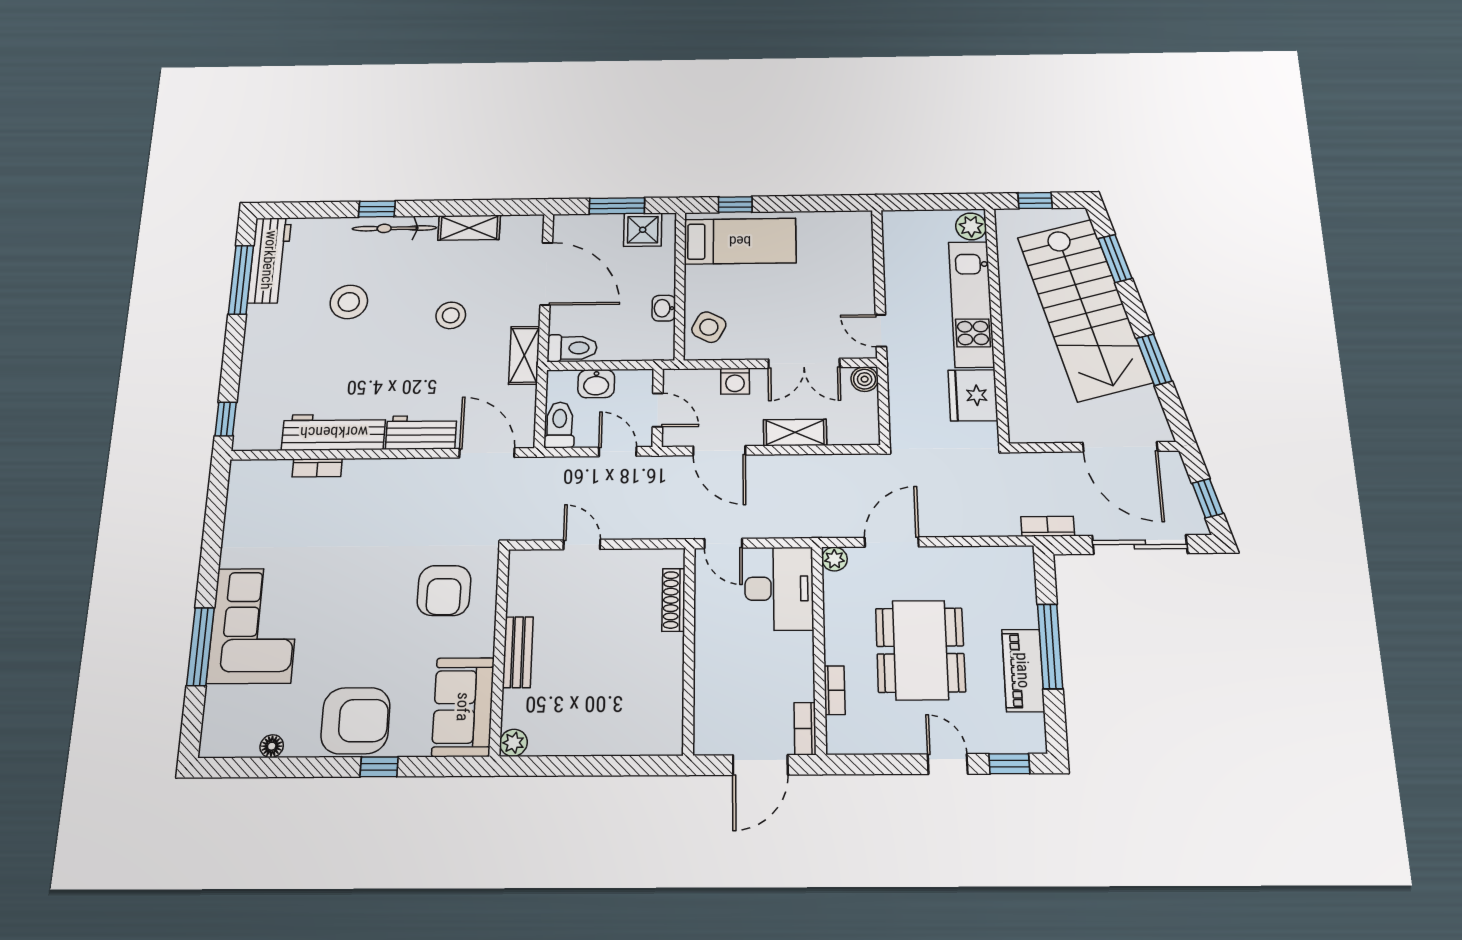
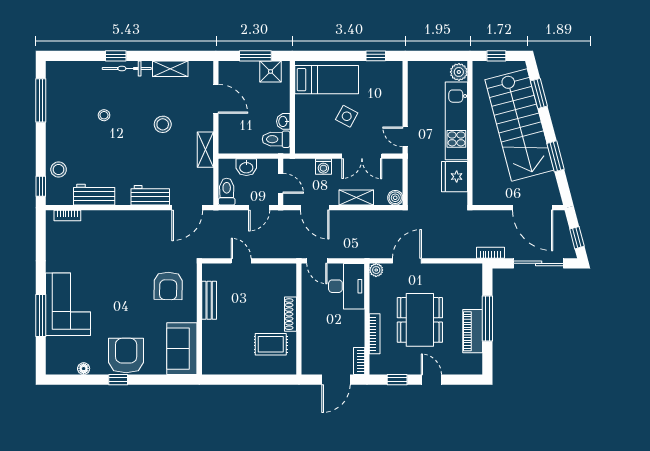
window: (735, 204) -> (376, 56), moved
workbench: (269, 260) -> (56, 88), removed
door: (546, 274) -> (216, 99), width x0.73
stool: (349, 302) -> (104, 115), width x0.53, depth x0.53
side table: (709, 327) -> (347, 116), moved
toilet: (572, 348) -> (276, 139), moved, turned 180
boiler: (865, 379) -> (395, 198), moved
stool: (260, 391) -> (59, 170), added
workbench: (334, 432) -> (94, 195), width x0.73
door: (618, 452) -> (259, 208), swing flipped
door: (487, 453) -> (187, 208), swing flipped
bookcase: (317, 468) -> (67, 216), moved
shoe rack: (673, 600) -> (291, 314), moved
bench: (518, 652) -> (209, 300), moved
bookcase: (834, 690) -> (375, 334), width x1.56
rug: (634, 698) -> (271, 344), added
armchair: (355, 721) -> (126, 356), turned -90
plant: (513, 743) -> (209, 367), removed
window: (1009, 764) -> (397, 380), moved
window: (379, 767) -> (118, 380), moved

